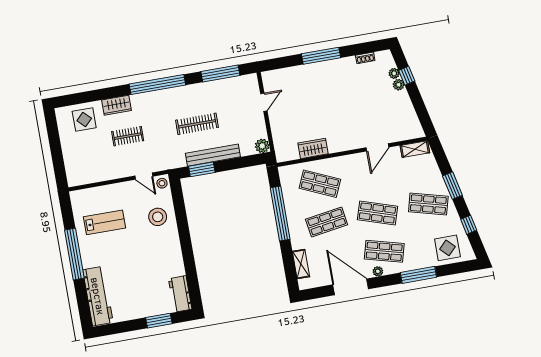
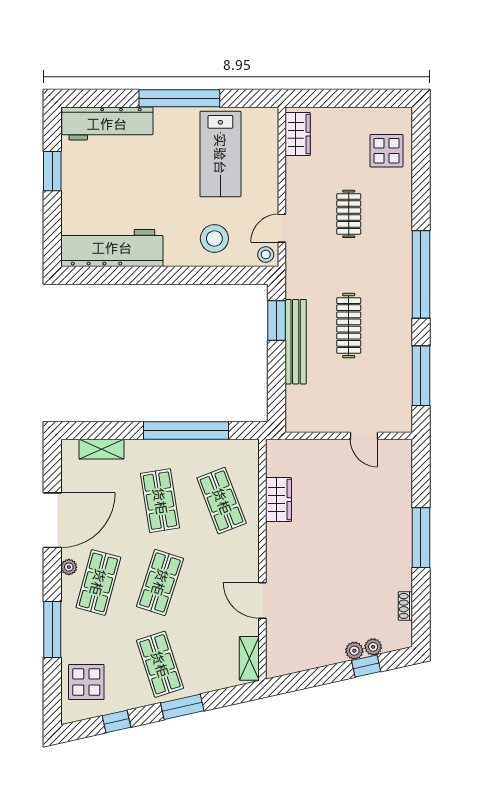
wardrobe: (116, 105) -> (298, 134), moved, turned 180
plant: (262, 146) -> (296, 421), removed
shop shelf: (320, 184) -> (222, 501), turned -45
shop shelf: (428, 204) -> (160, 664), turned -33
lab bench: (104, 222) -> (220, 154), width x1.36, depth x1.39
workbench: (180, 294) -> (112, 248), width x1.88, depth x1.32
window: (159, 321) -> (52, 171), moved

